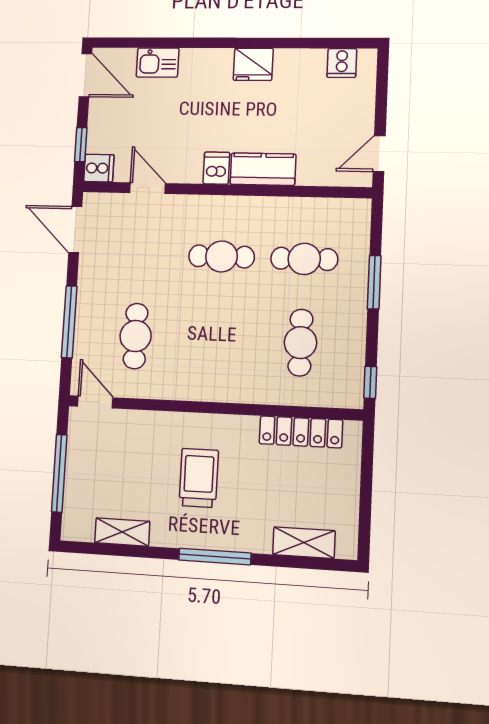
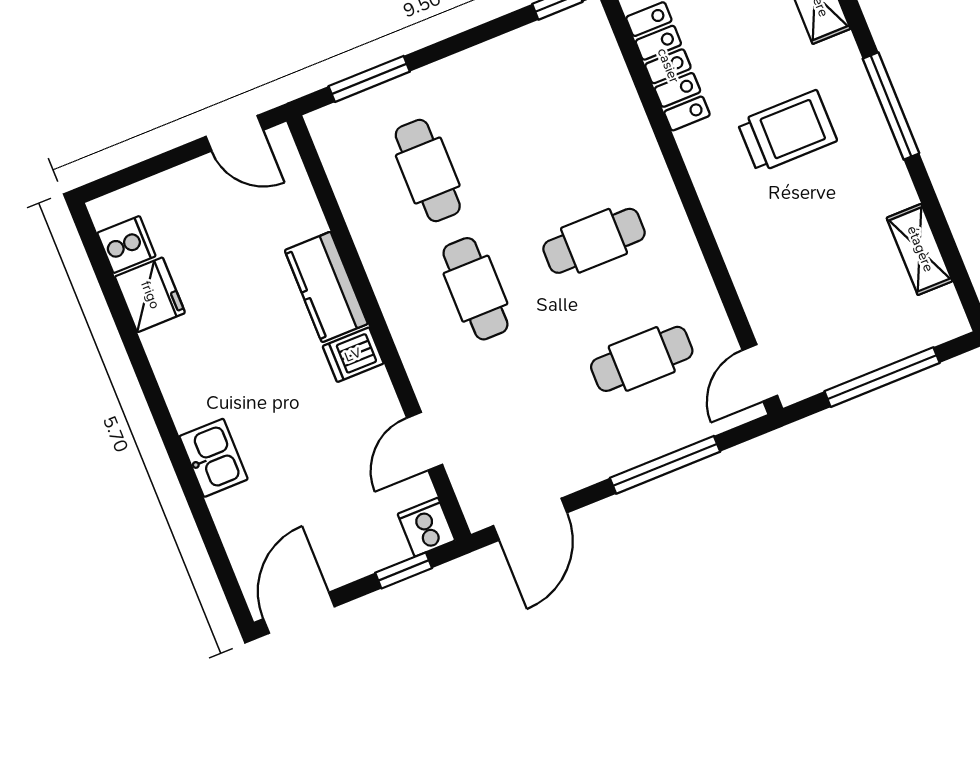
kitchen sink: (158, 63) -> (214, 458), moved
fridge: (253, 64) -> (150, 295), moved
window: (374, 282) -> (369, 79), moved
cafe table: (300, 343) -> (594, 241), moved
trolley: (199, 478) -> (787, 131), moved, turned 180

